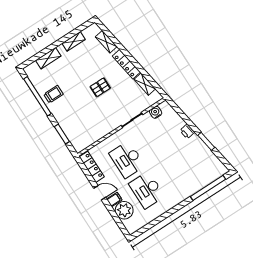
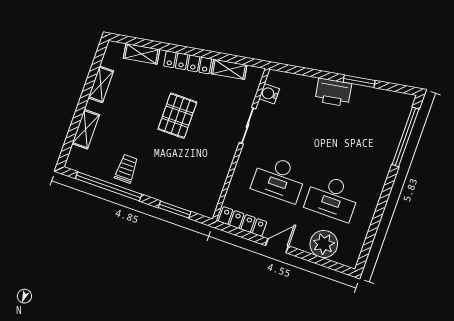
pallet: (100, 87) -> (177, 116), width x1.50, depth x1.42
printer: (187, 131) -> (333, 92), width x1.87, depth x1.48
filing cabinet: (114, 199) -> (301, 240), removed

